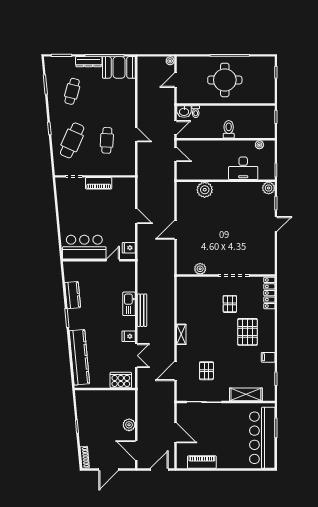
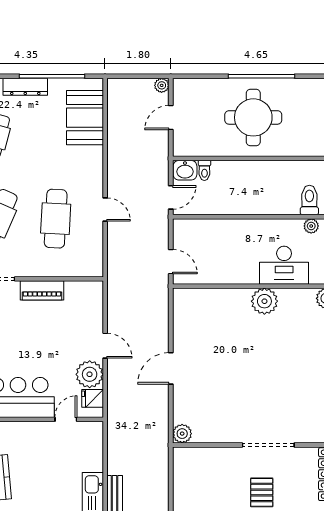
booth: (119, 67) -> (85, 118), moved, turned 90
toilet: (229, 129) -> (309, 200), moved
cafe table: (107, 140) -> (56, 219), width x1.37, depth x1.35
door: (176, 154) -> (171, 262), moved
plant: (205, 190) -> (264, 301), moved
plant: (127, 233) -> (90, 374), added
plant: (200, 269) -> (182, 434), moved

